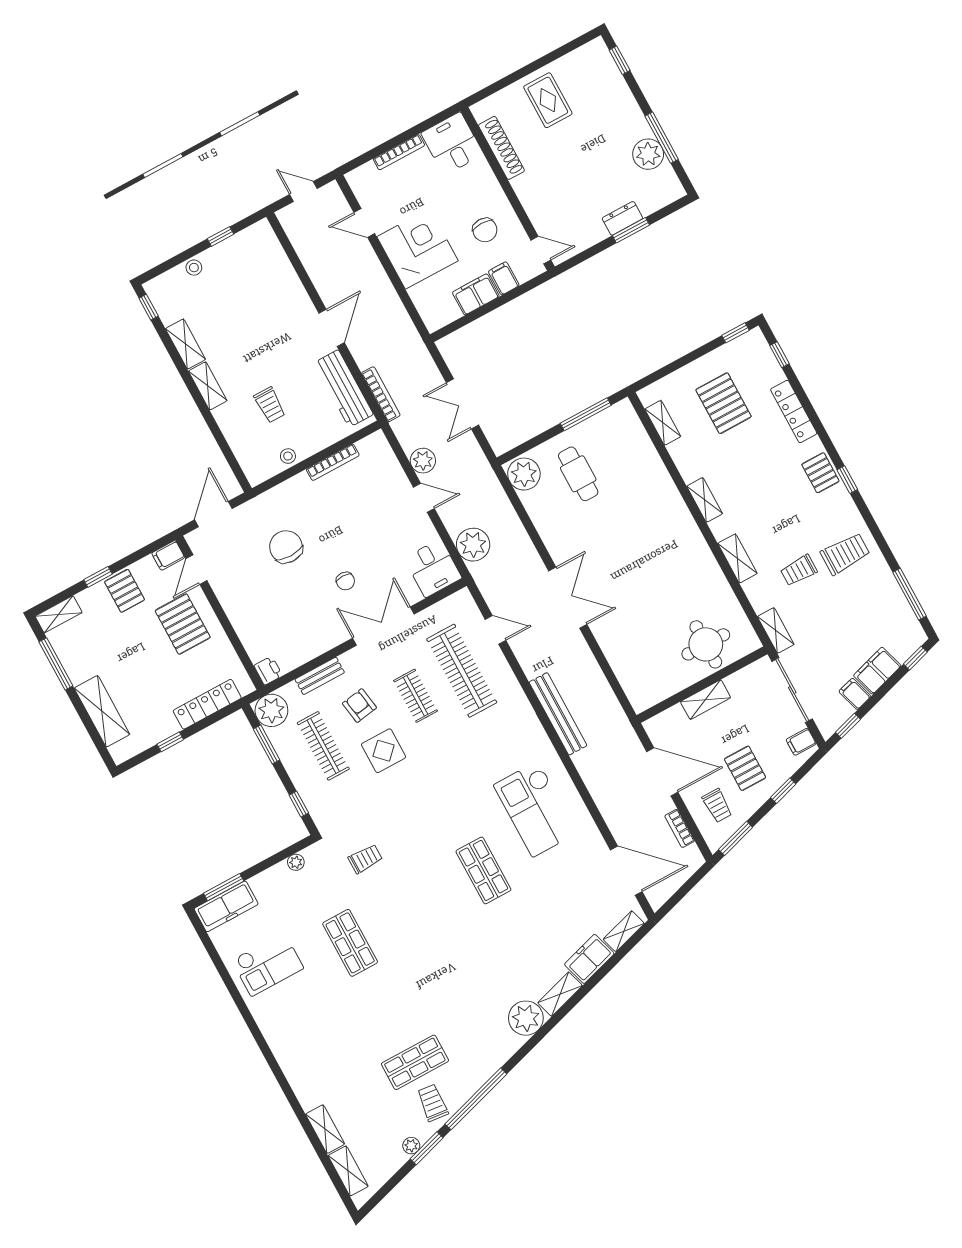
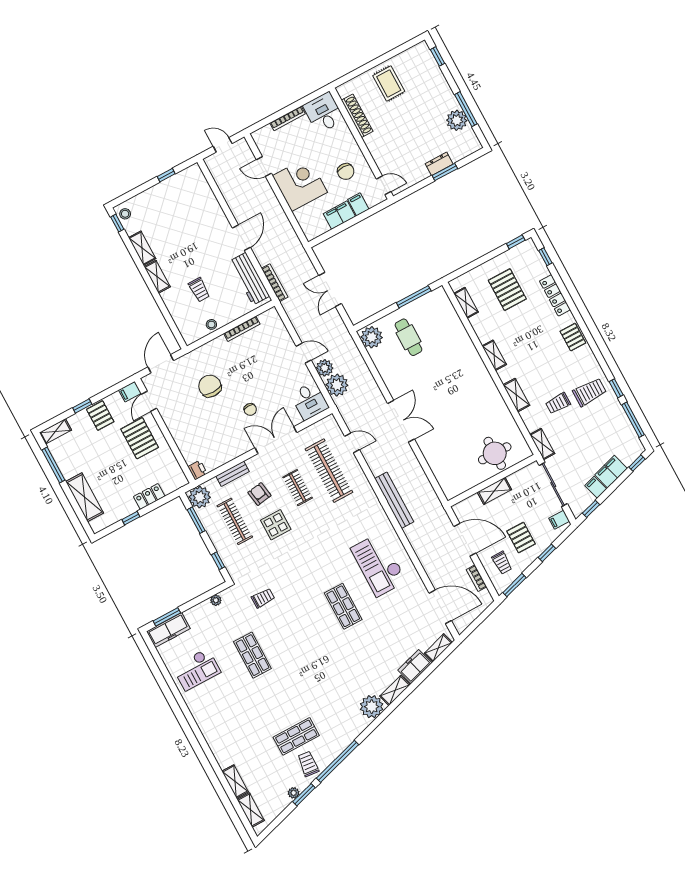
stool: (194, 268) -> (125, 214), moved
plant: (423, 461) -> (325, 368), moved
window: (847, 480) -> (616, 388), moved
locker: (207, 704) -> (149, 496), width x0.66

